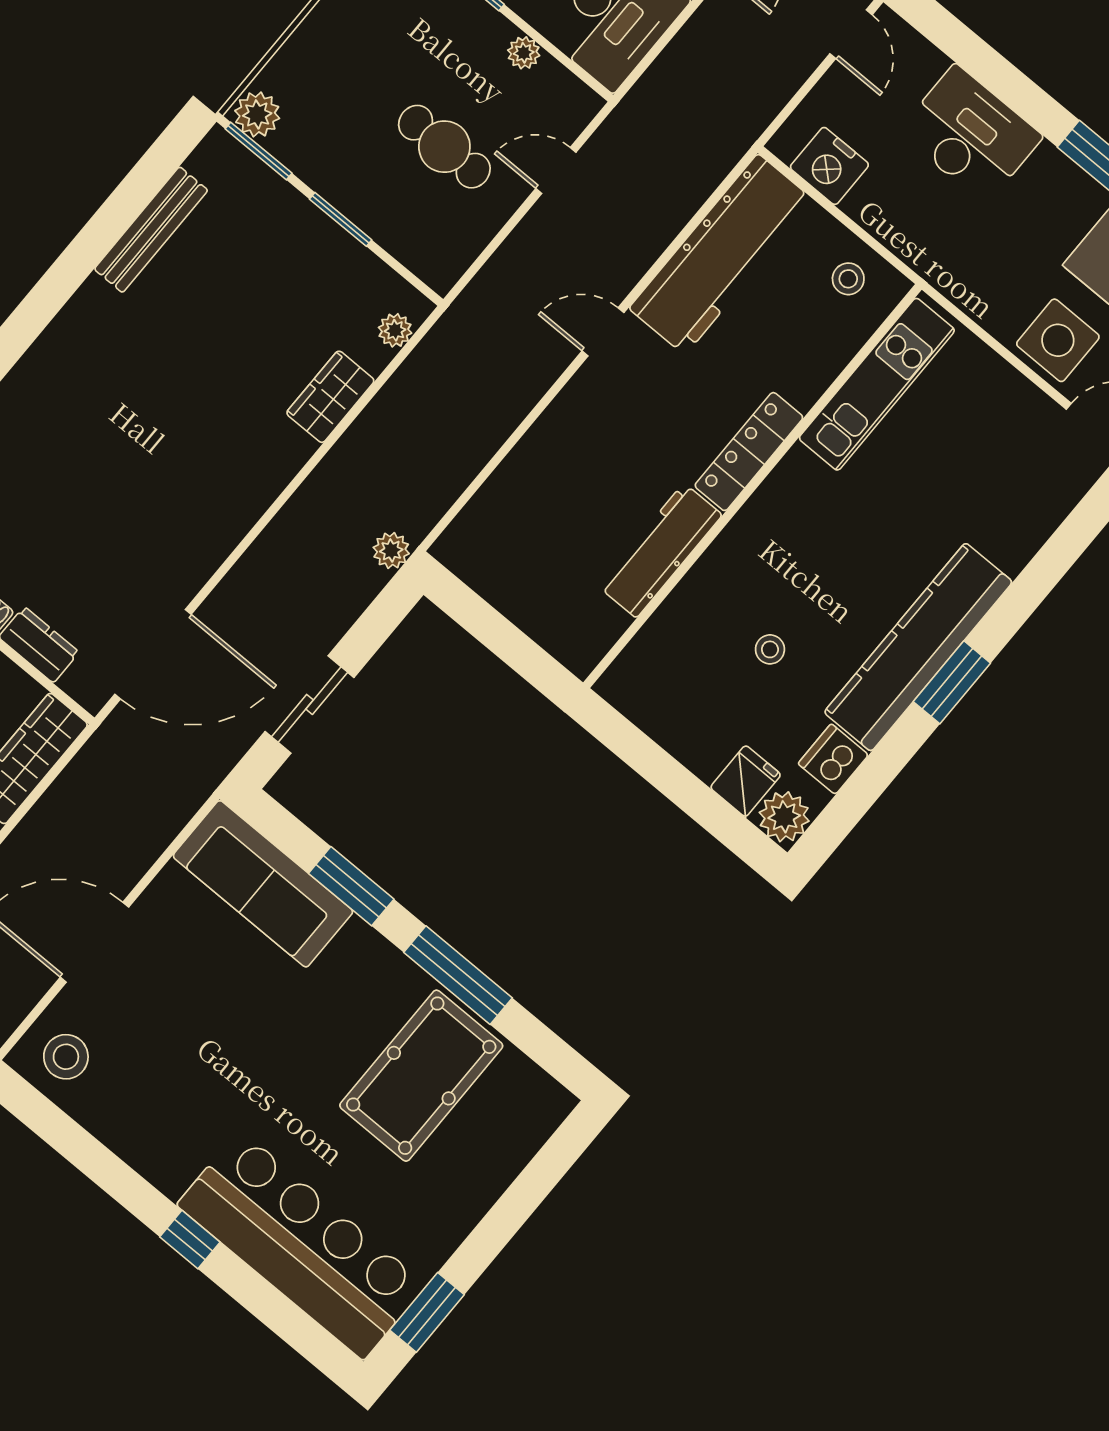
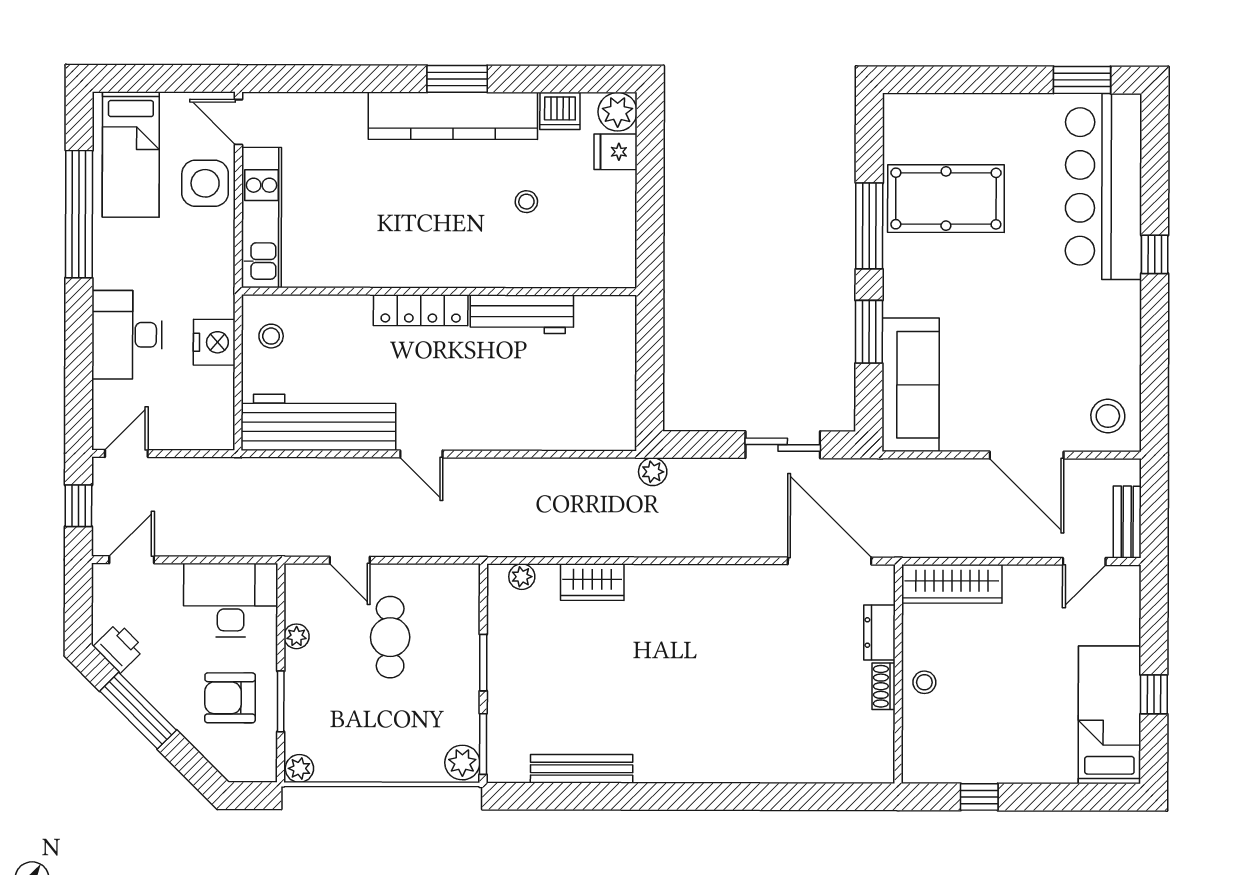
nightstand: (829, 166) -> (214, 342), moved
kitchen unit: (877, 384) -> (261, 217), moved, turned 90

